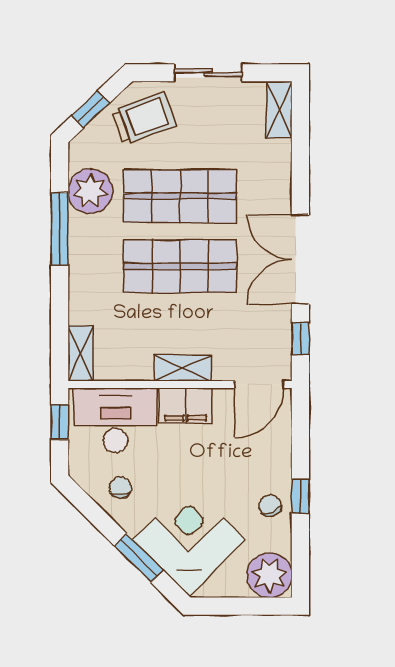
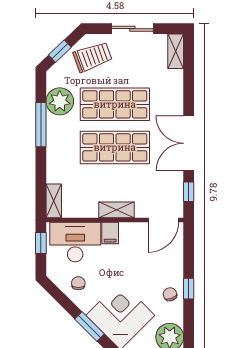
filing cabinet: (186, 406) -> (110, 233), width x0.50

